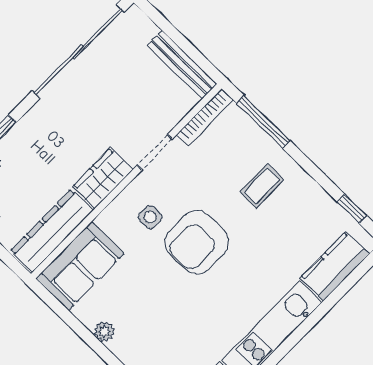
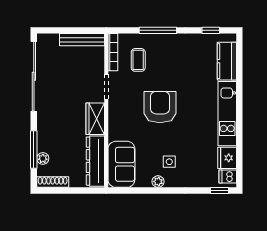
window: (263, 122) -> (158, 30), moved
coffee table: (262, 186) -> (138, 60), moved
side table: (150, 217) -> (169, 162), moved
armchair: (197, 242) -> (160, 107), turned 180

